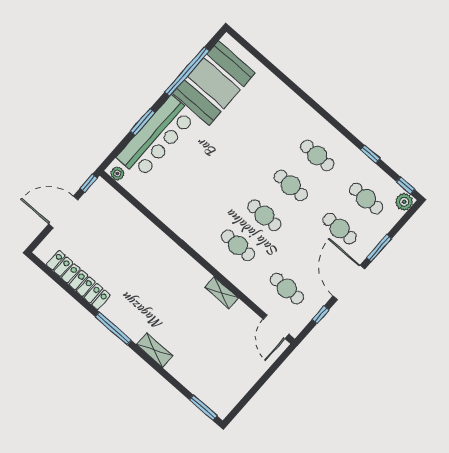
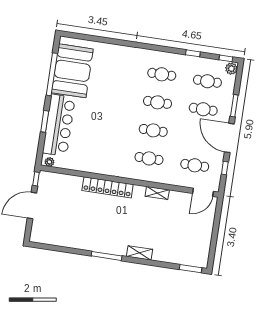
locker: (78, 280) -> (108, 187), moved, turned 180
door: (276, 327) -> (203, 192), hinge flipped

